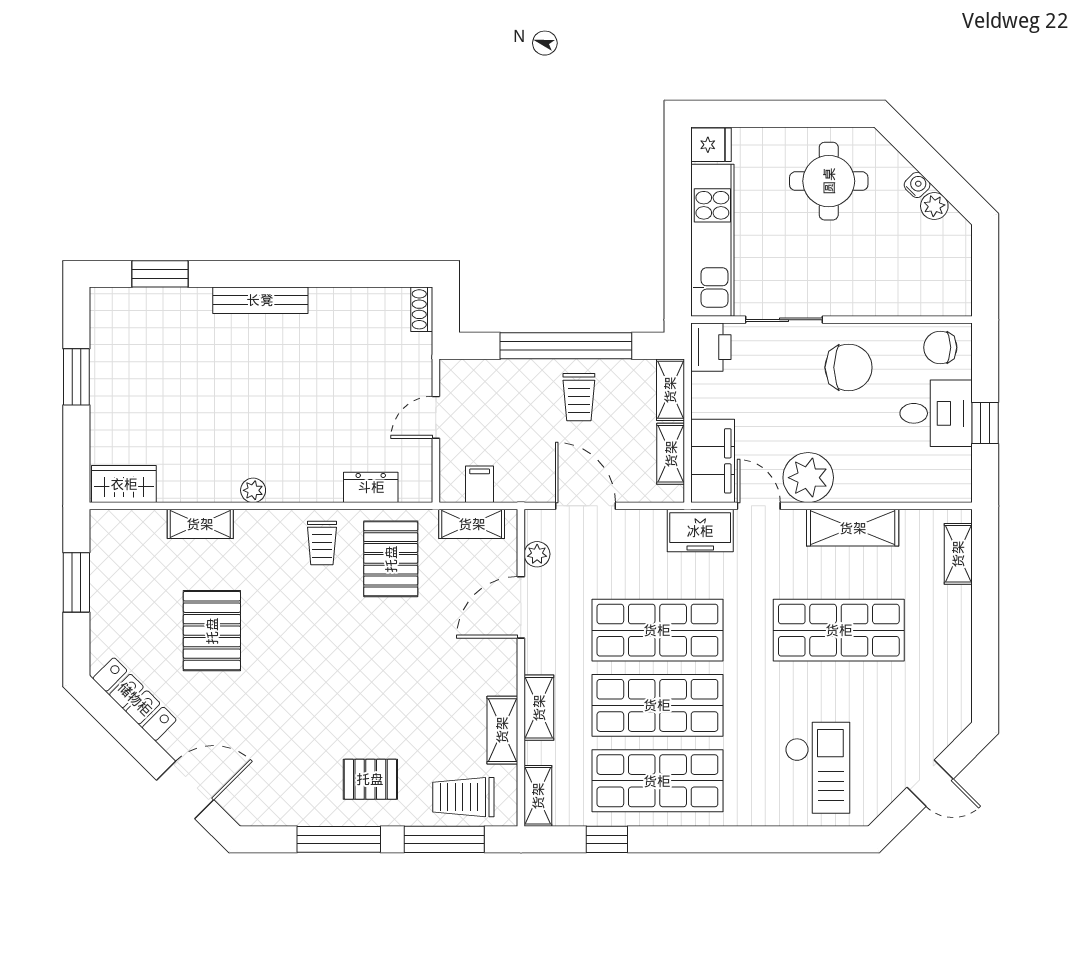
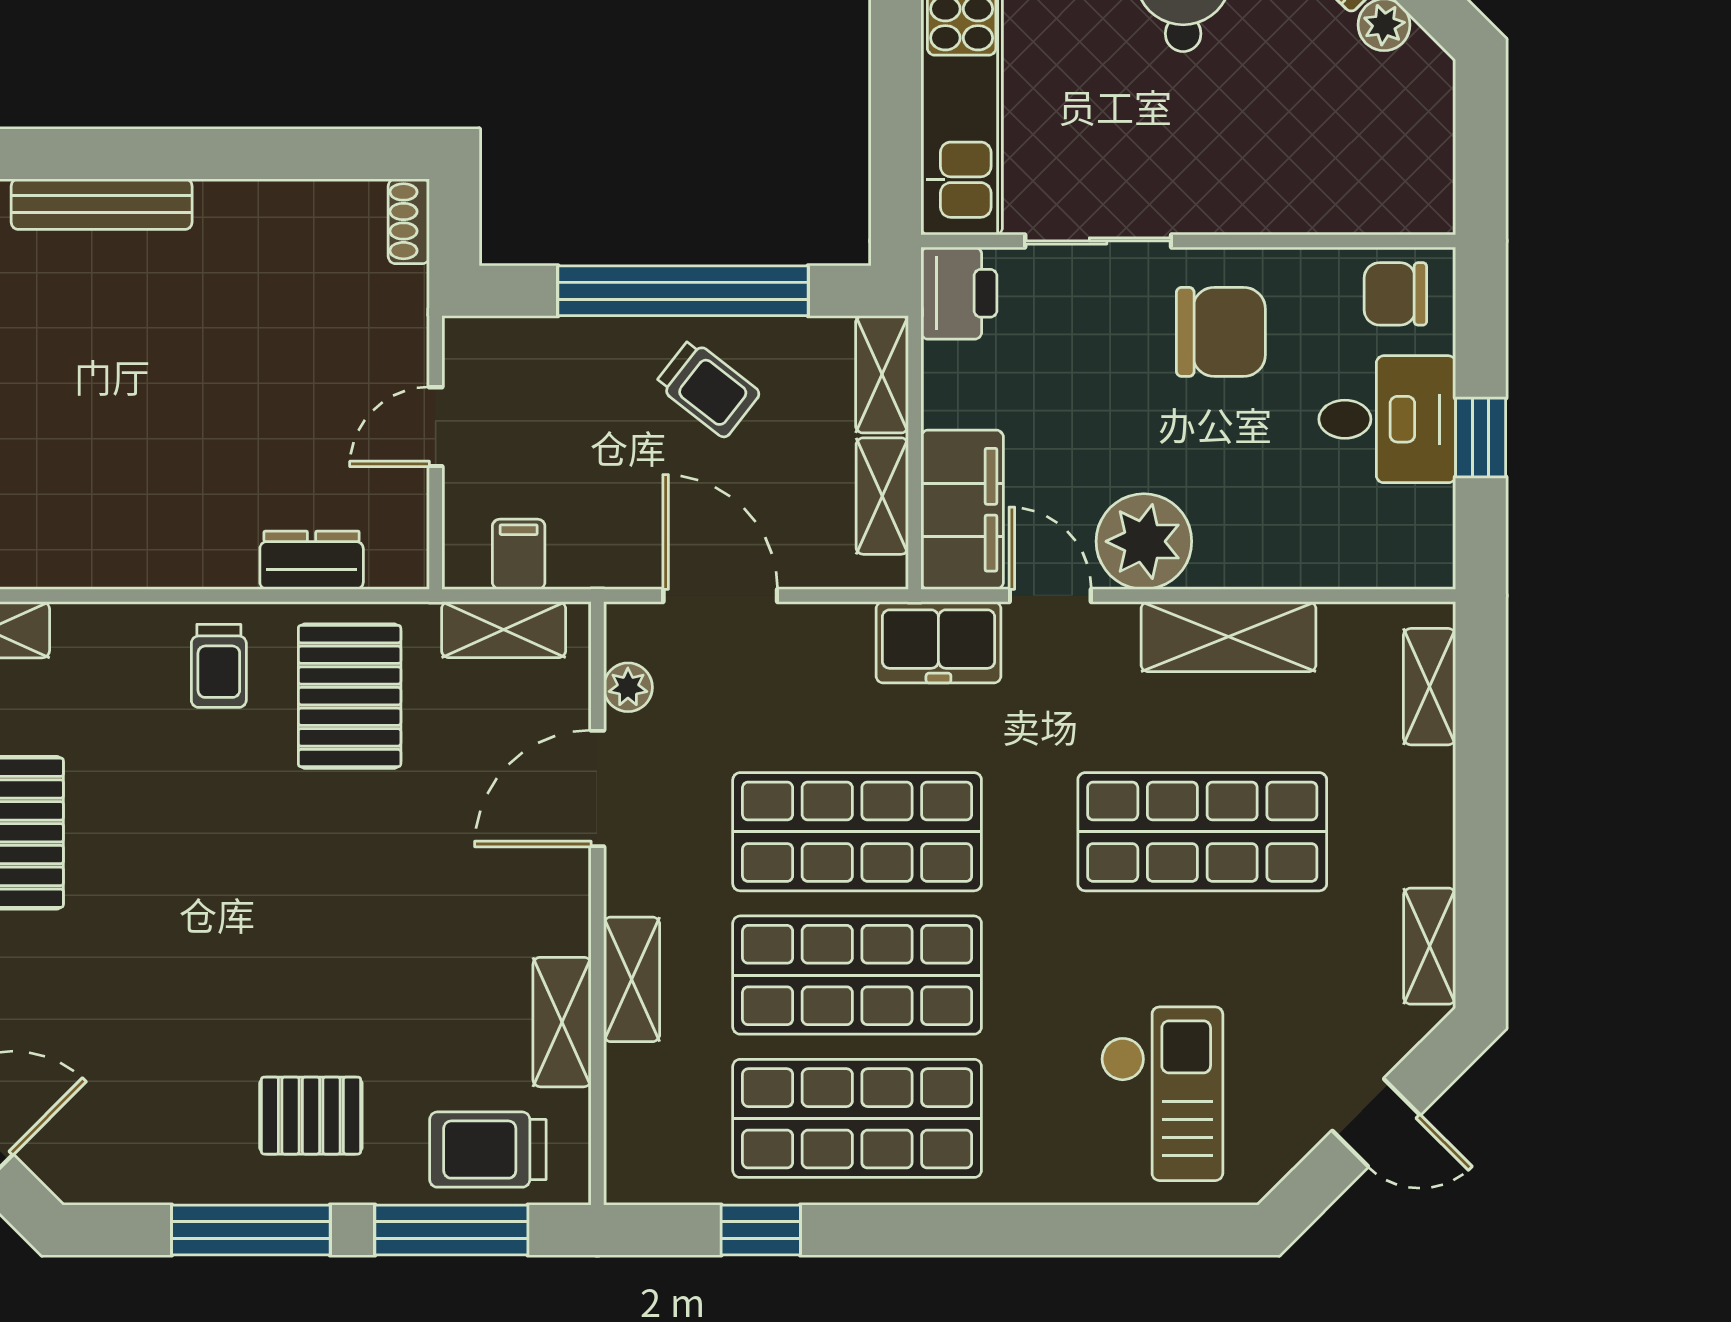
trolley: (579, 397) -> (708, 388), turned -52
plant: (253, 490) -> (88, 566), removed
shelving: (538, 796) -> (1430, 946), moved

